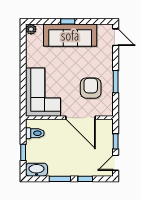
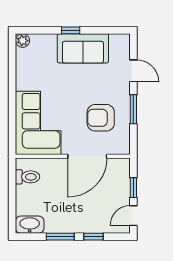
sofa: (70, 35) -> (83, 48), width x0.73
door: (116, 37) -> (133, 71), moved
armchair: (91, 88) -> (101, 118), turned -90
door: (81, 118) -> (87, 156), hinge flipped
window: (23, 152) -> (12, 202), removed

